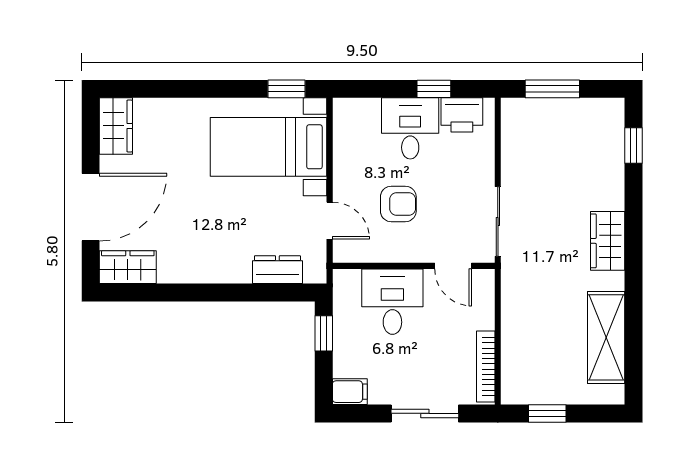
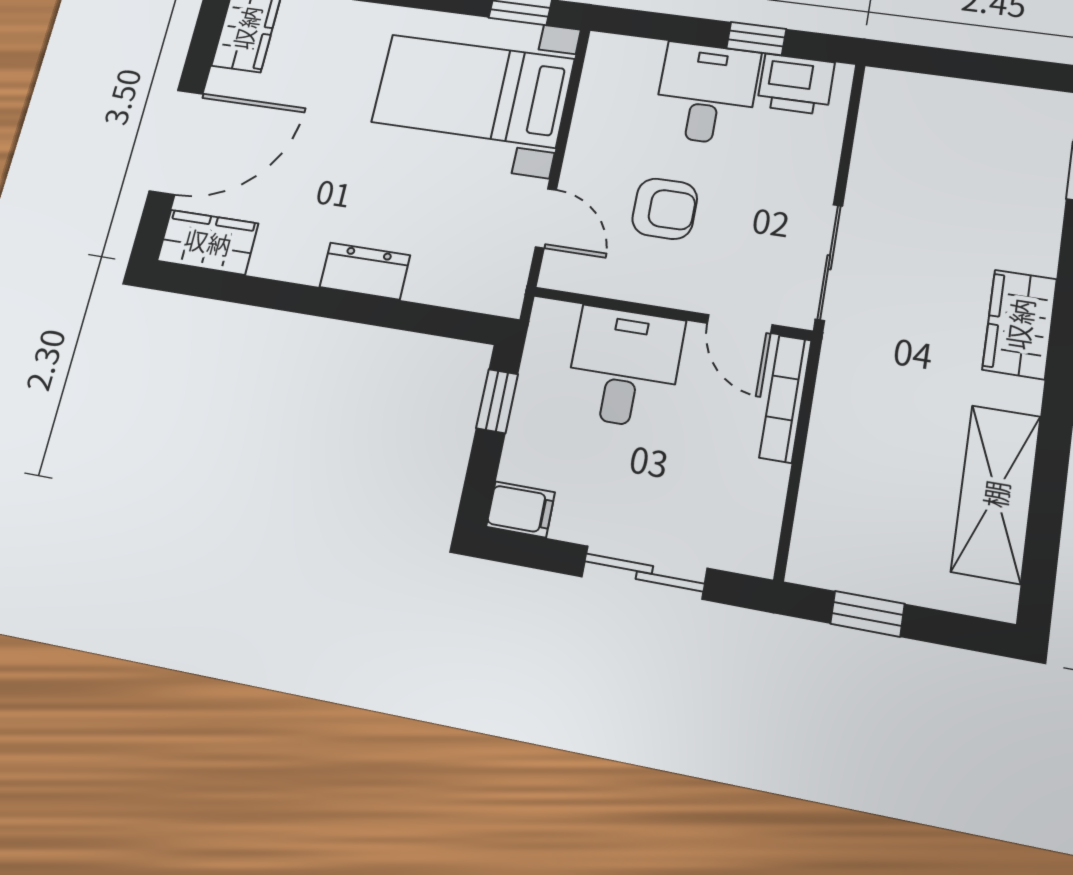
window: (552, 89) -> (955, 64), removed
dresser: (277, 270) -> (365, 271), moved
bookcase: (486, 367) -> (786, 399), moved

